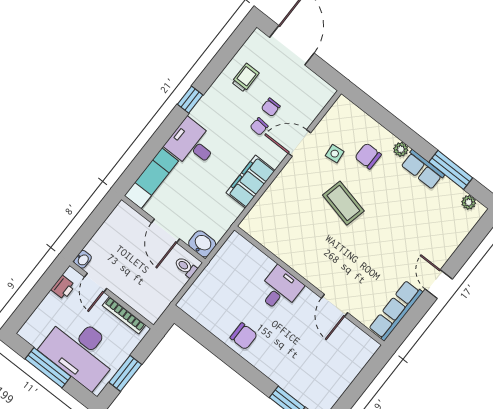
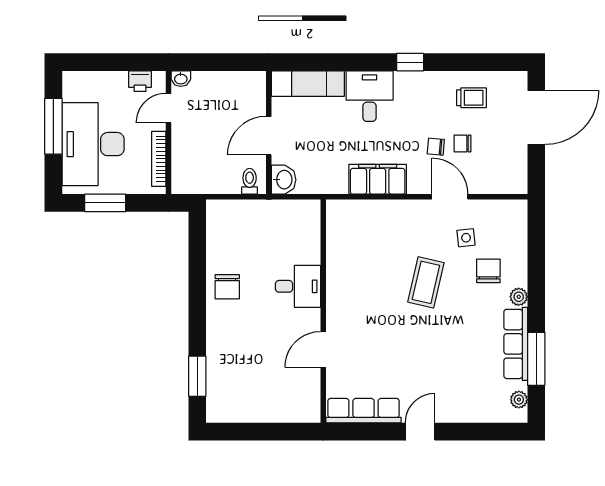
row of seats: (423, 170) -> (516, 344), width x1.48

